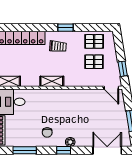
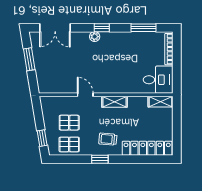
window: (123, 69) -> (42, 138), moved
door: (111, 88) -> (85, 95), moved
chair: (47, 132) -> (119, 47), removed

